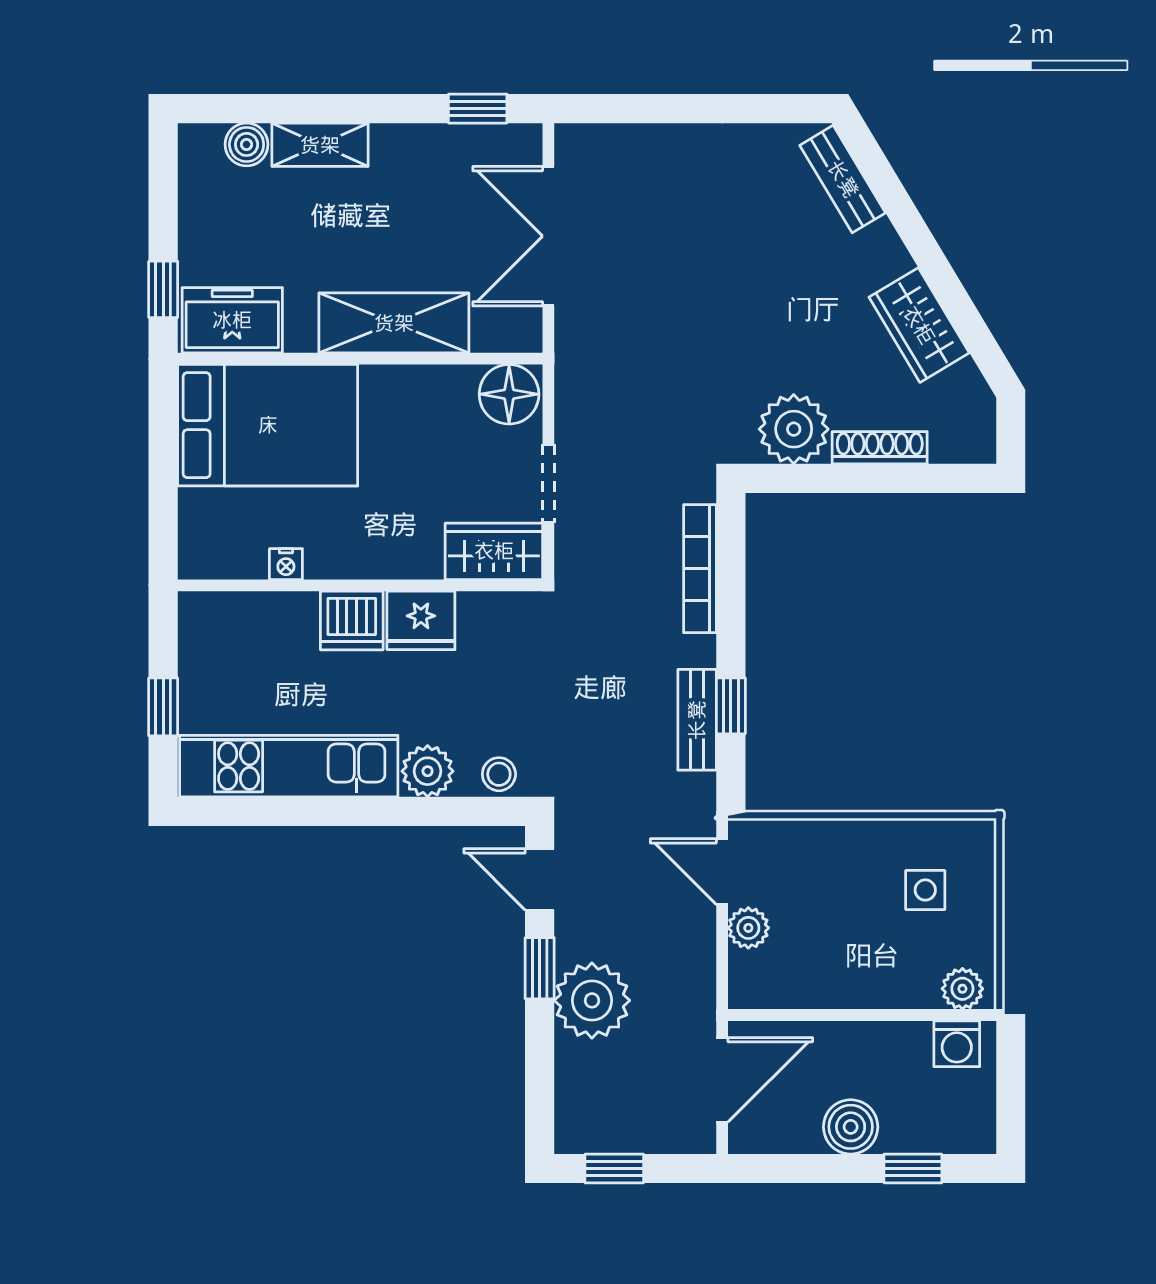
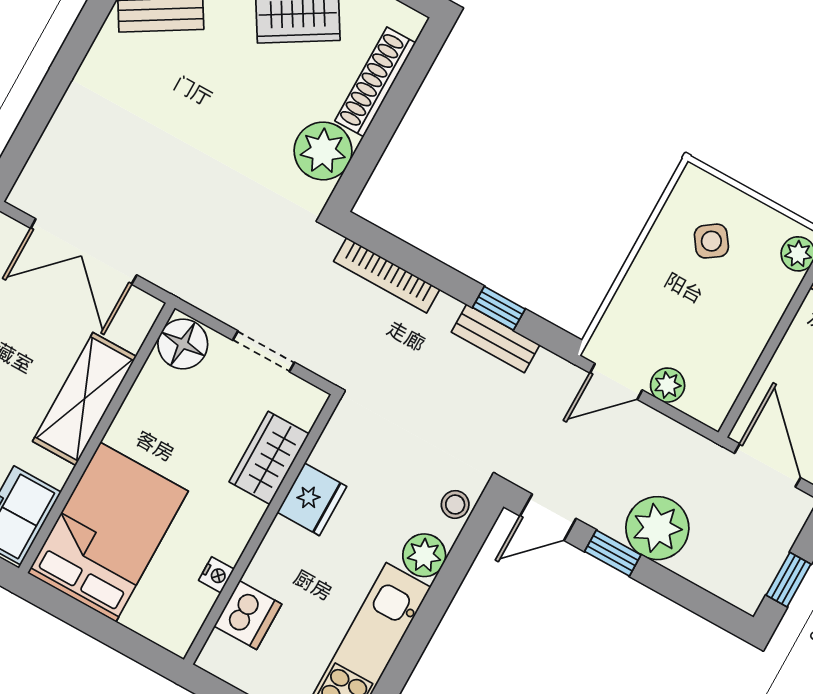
shoe rack: (880, 448) -> (375, 82), width x1.36, depth x1.24
wardrobe: (494, 551) -> (269, 458), moved
dishwasher: (352, 621) -> (248, 615), moved
side table: (925, 890) -> (711, 241), turned -35

